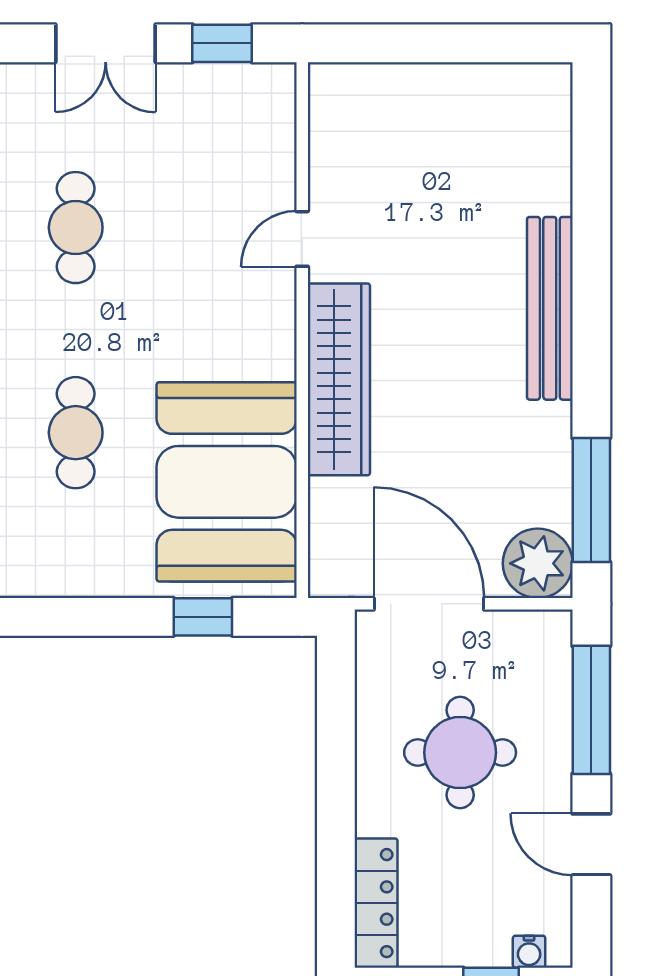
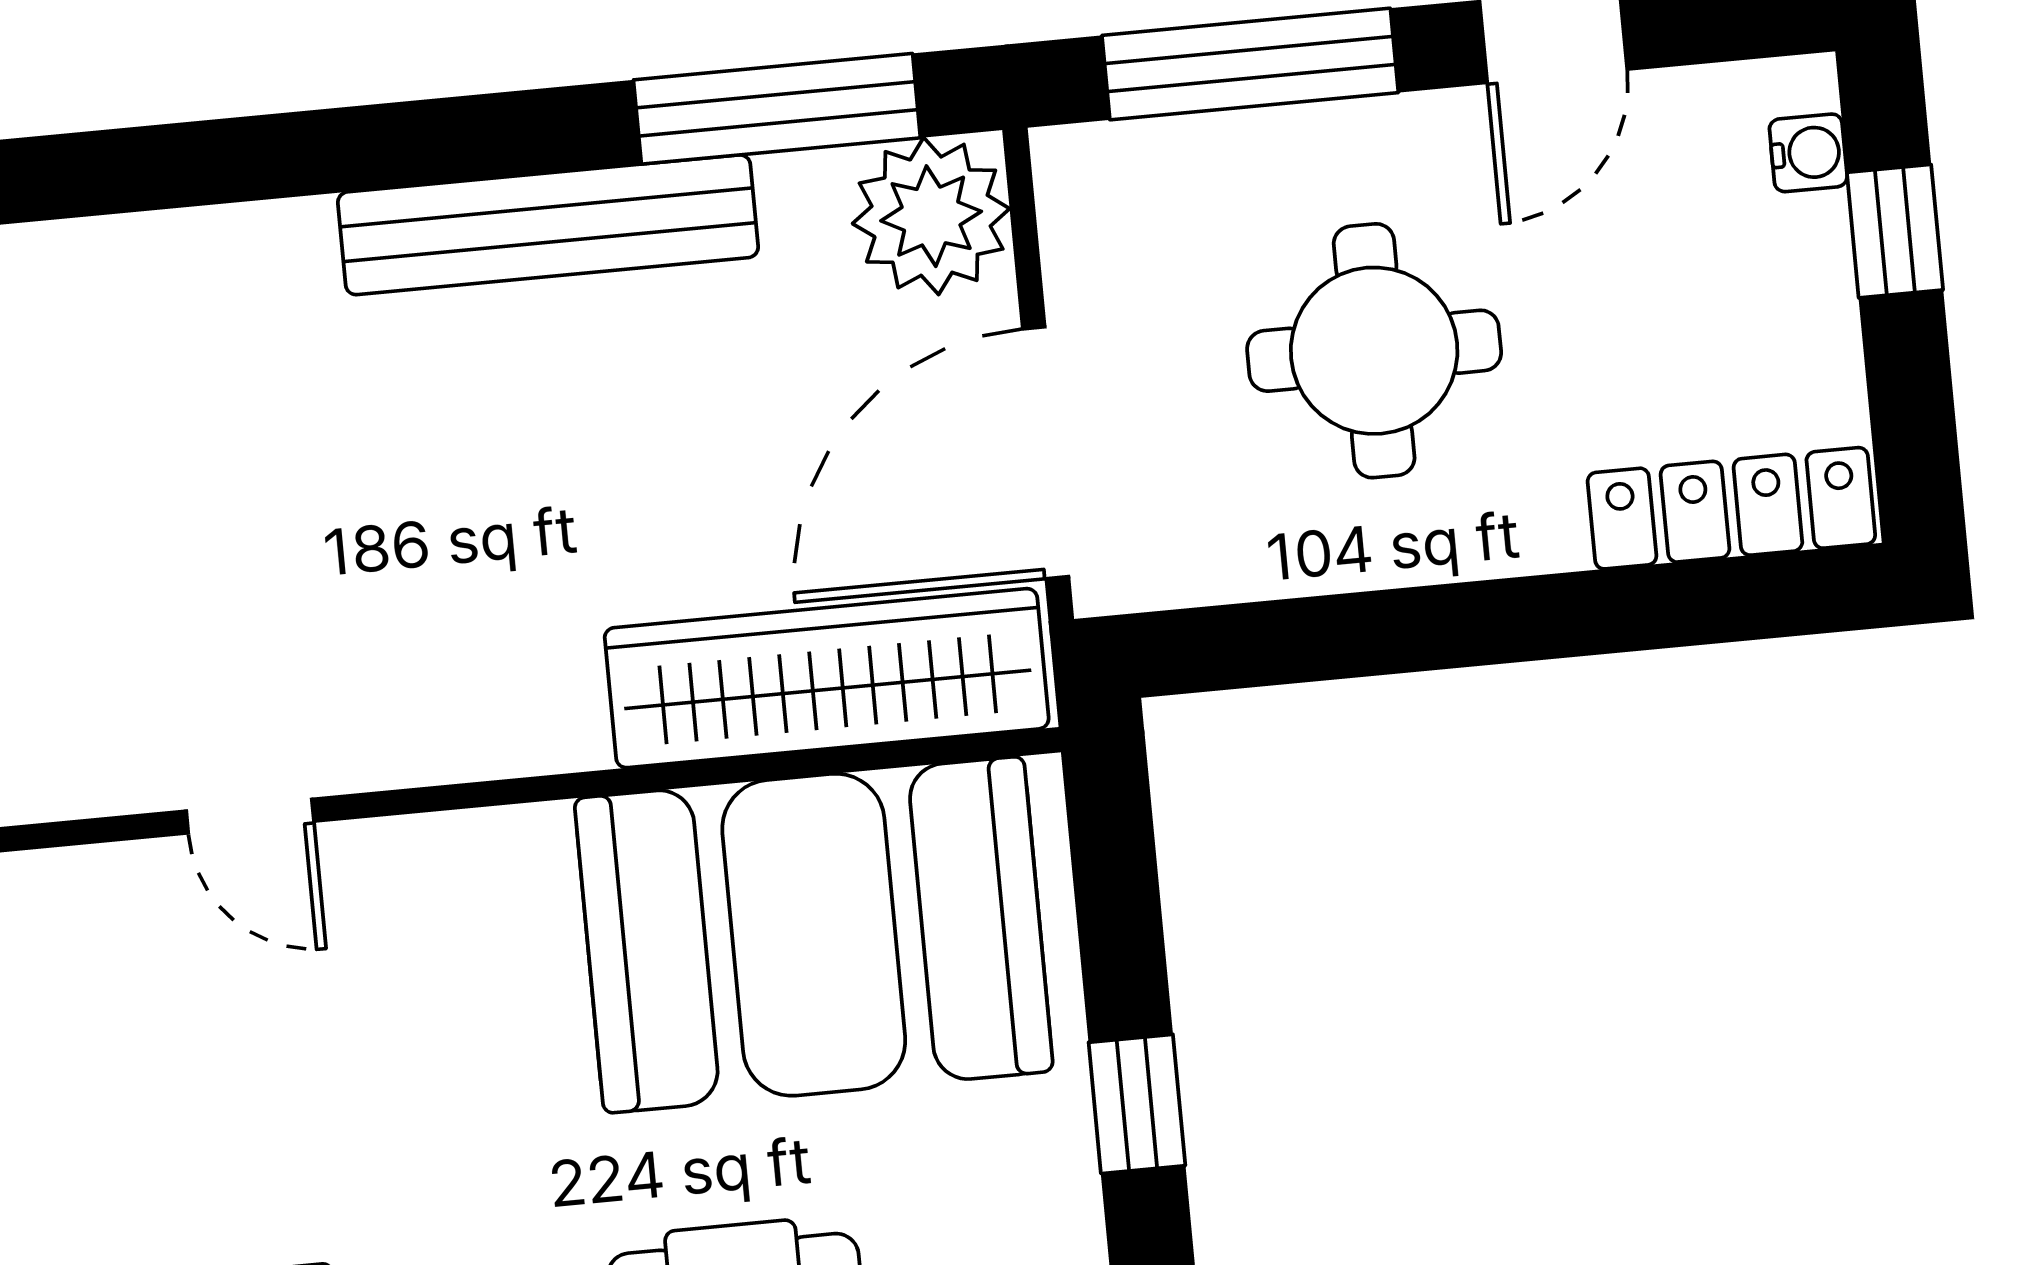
bench: (550, 308) -> (548, 225), moved
wardrobe: (339, 379) -> (827, 678), moved
window: (203, 617) -> (1137, 1104), moved

